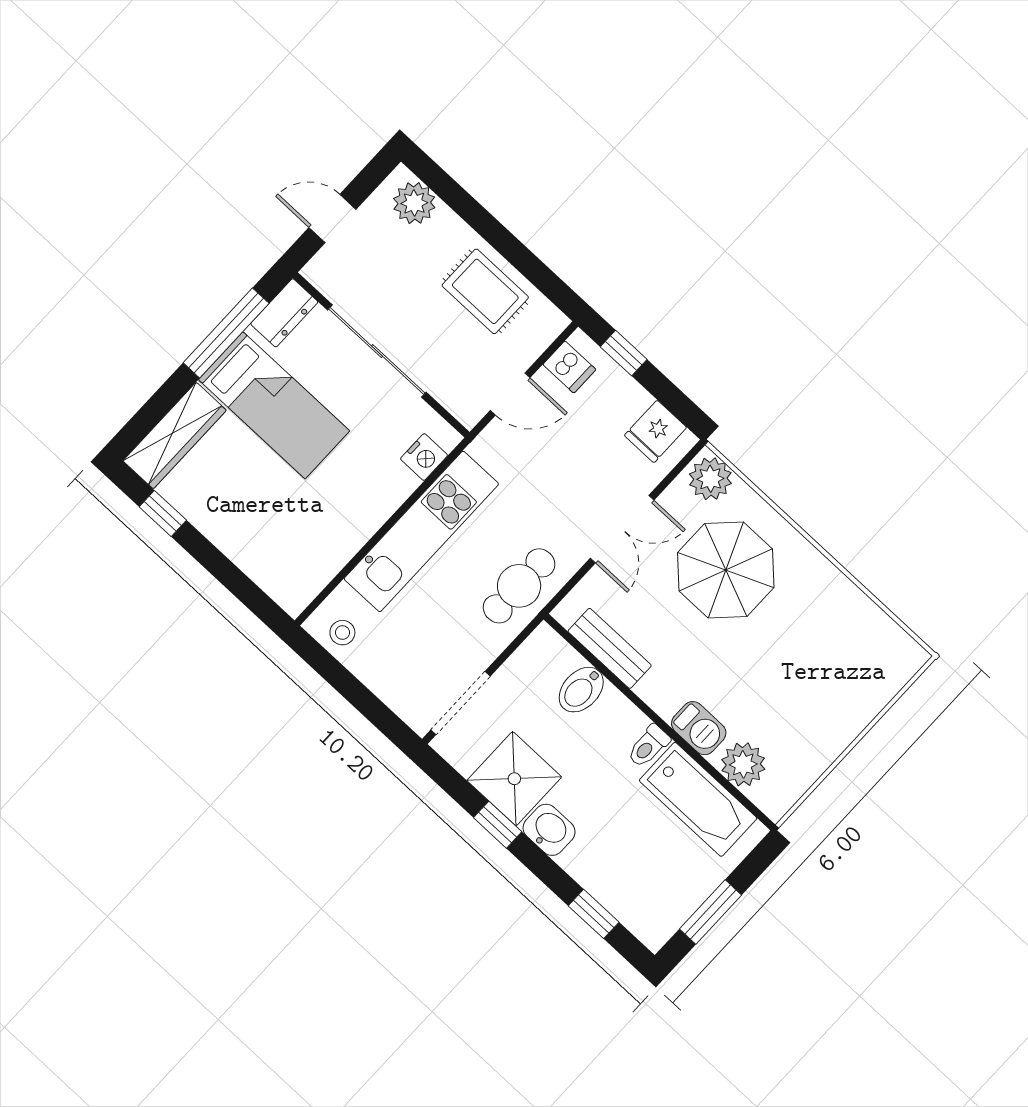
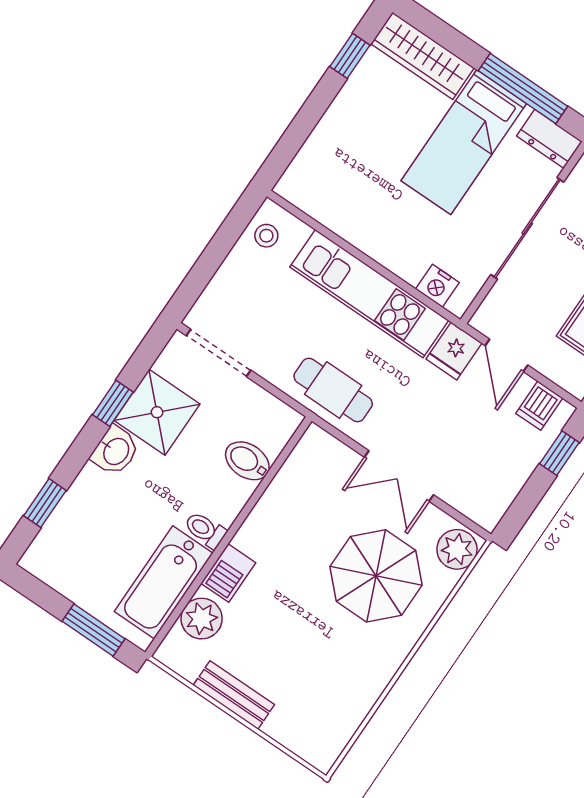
fridge: (656, 431) -> (454, 351), moved, turned -90
bench: (610, 648) -> (234, 695), moved, turned 90
window: (710, 912) -> (94, 630), moved

